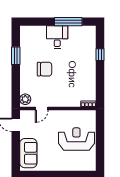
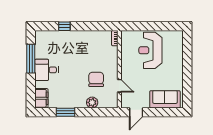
filing cabinet: (29, 32) -> (41, 98), added
chair: (45, 69) -> (96, 79), moved
plant: (25, 99) -> (92, 102), moved

